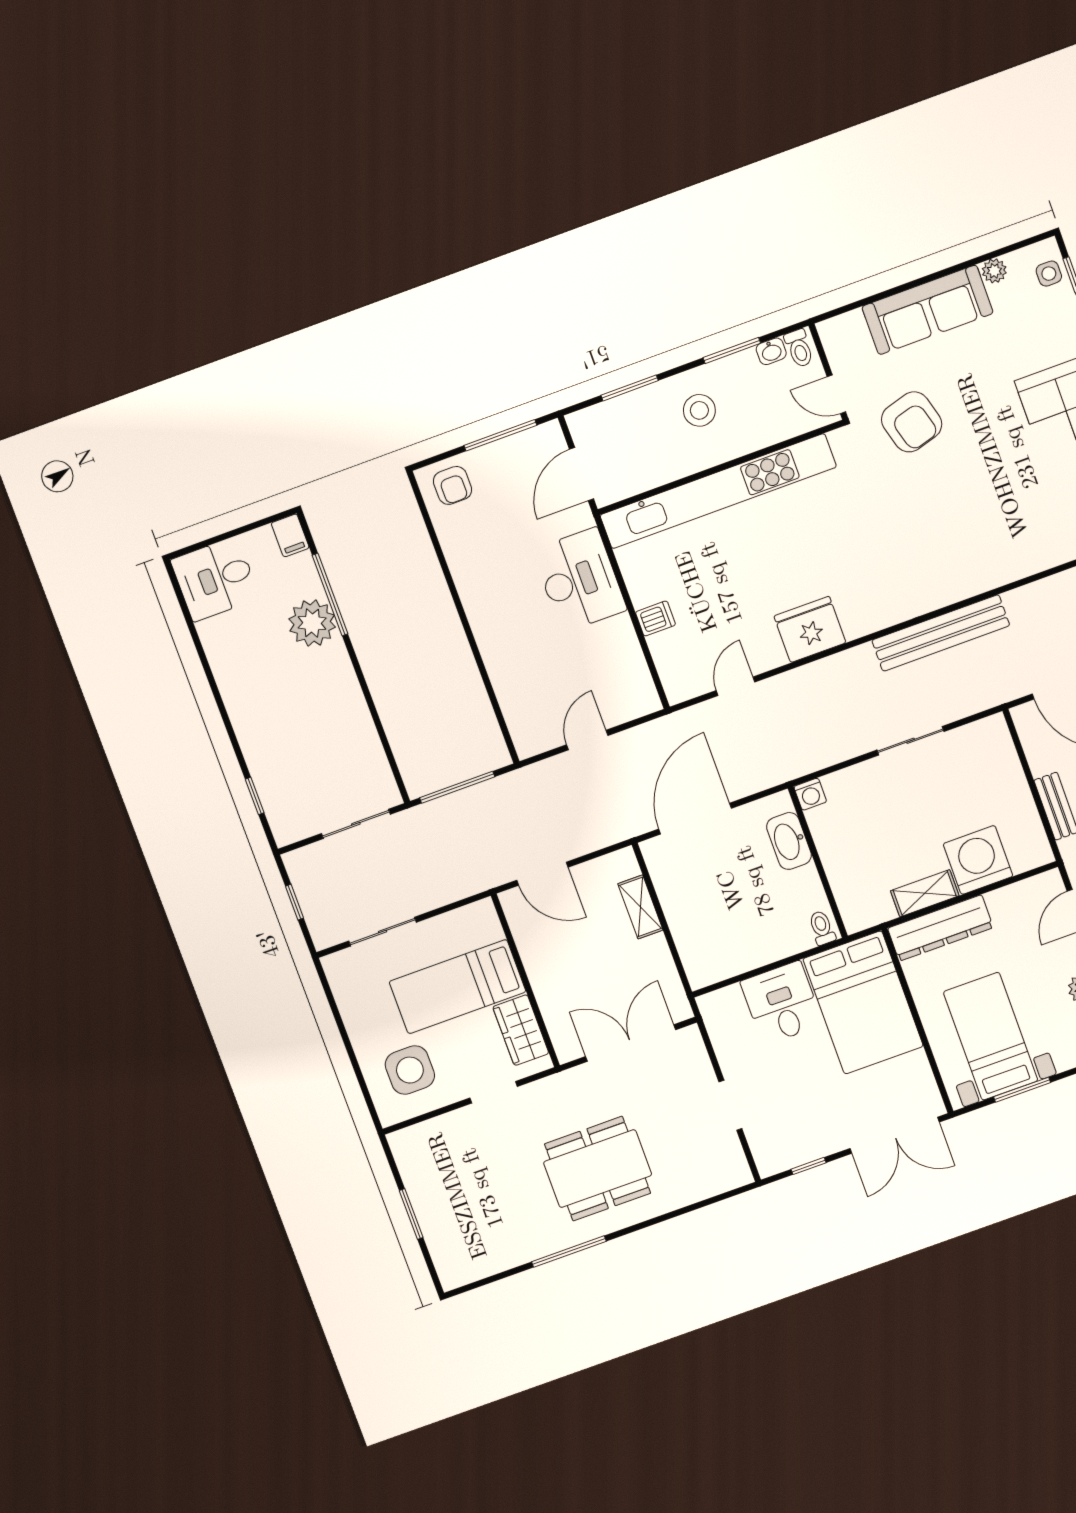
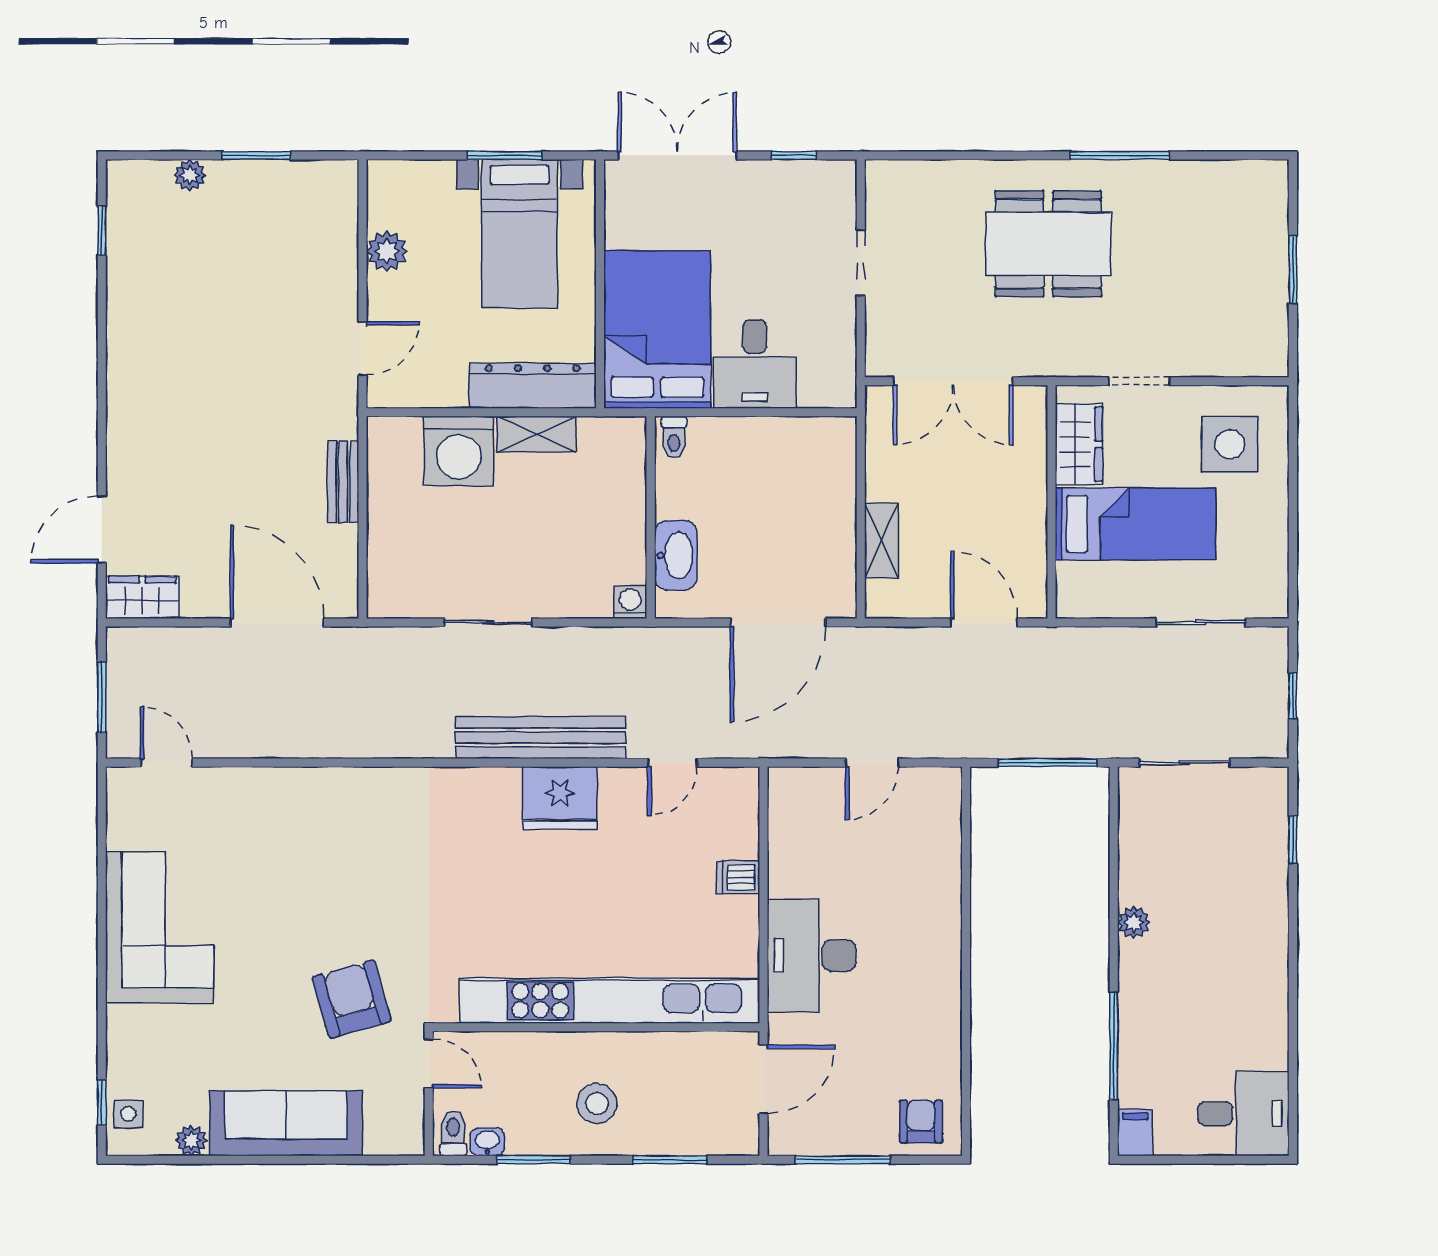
plant: (312, 623) -> (1134, 922), moved, width x0.53, depth x0.53
bench: (941, 633) -> (541, 738), moved

